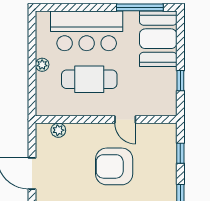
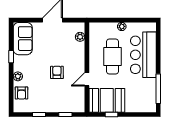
booth: (158, 39) -> (107, 100), moved
armchair: (114, 166) -> (57, 72), width x0.53, depth x0.53

